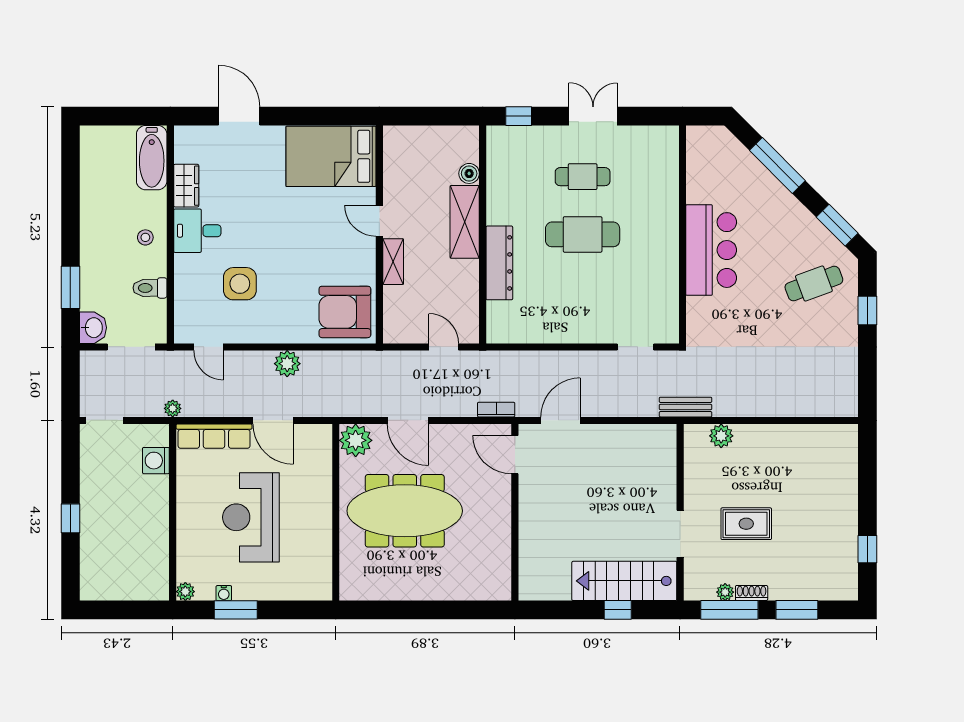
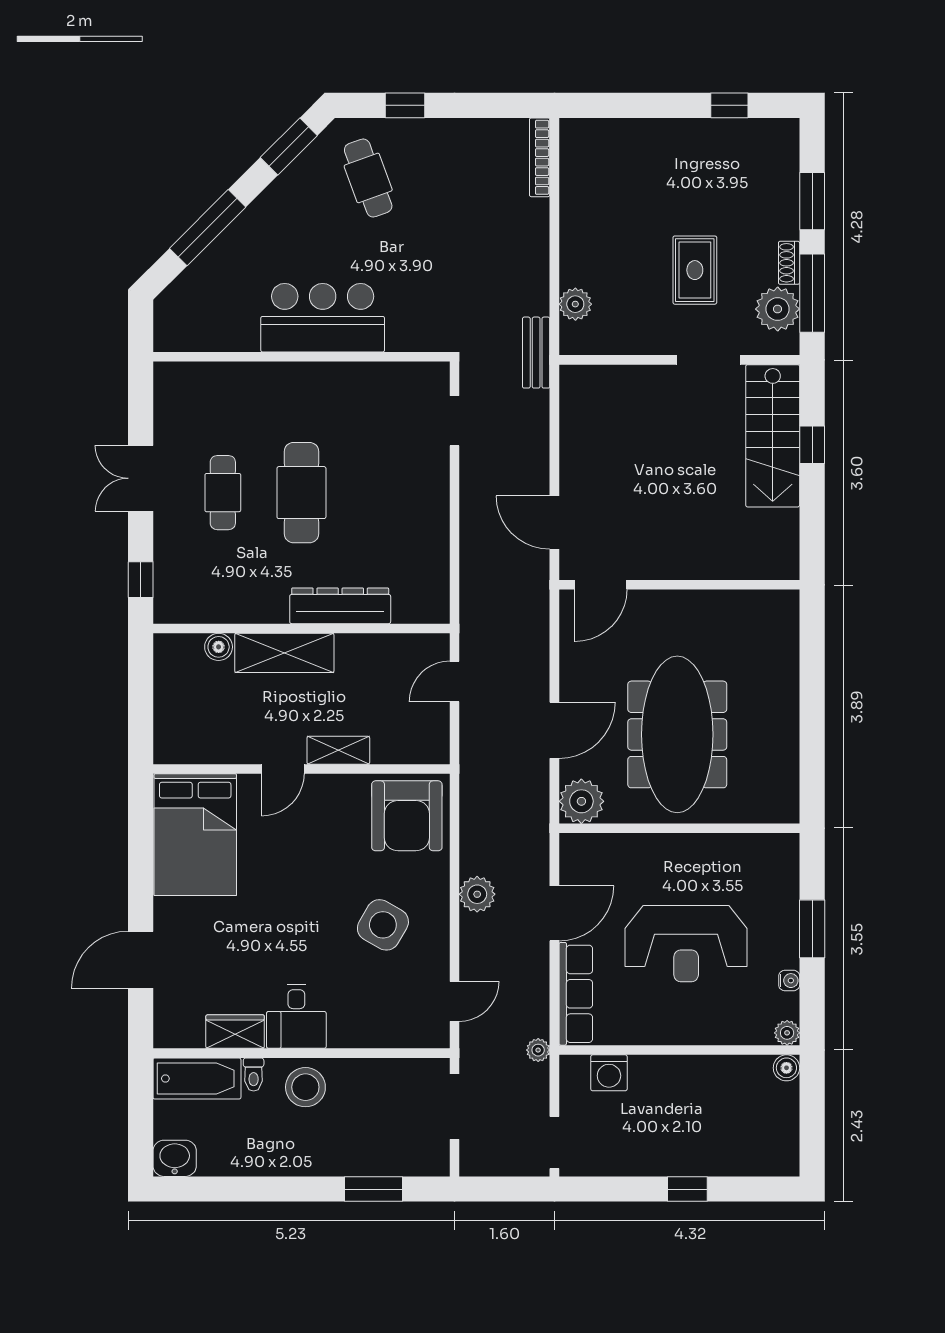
stool: (145, 237) -> (305, 1087), width x1.89, depth x1.89
side table: (240, 284) -> (383, 925), moved, turned 30
toilet: (150, 288) -> (254, 1074), moved, width x0.73, depth x0.72
washbasin: (93, 328) -> (175, 1158), moved
bookcase: (496, 410) -> (540, 157), moved, width x1.56
boiler: (160, 591) -> (786, 1068), added
plant: (725, 592) -> (778, 309), width x1.87, depth x1.87
window: (236, 610) -> (812, 929), moved

